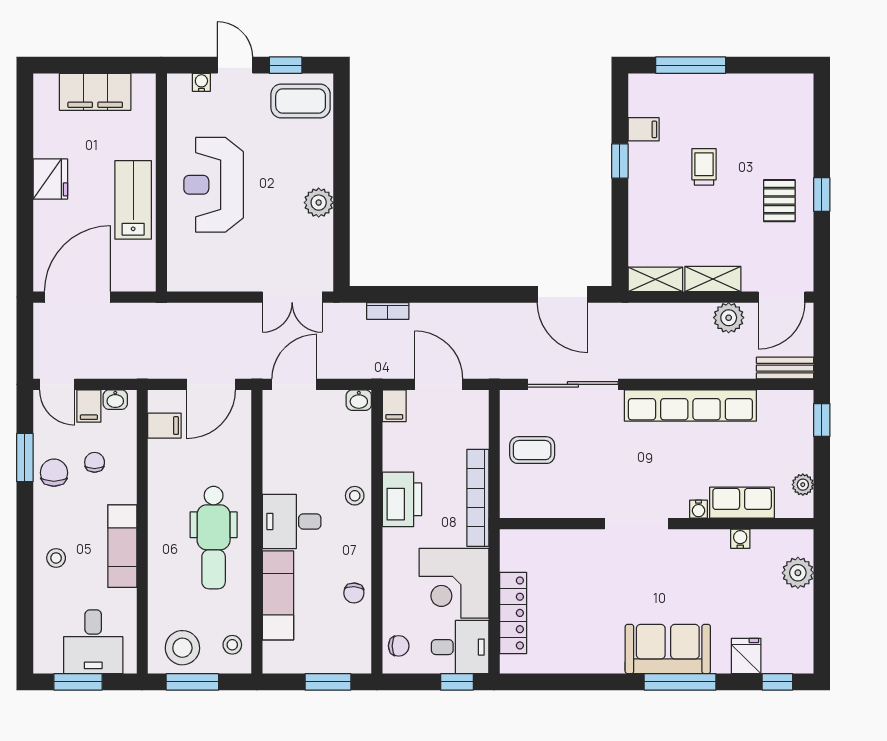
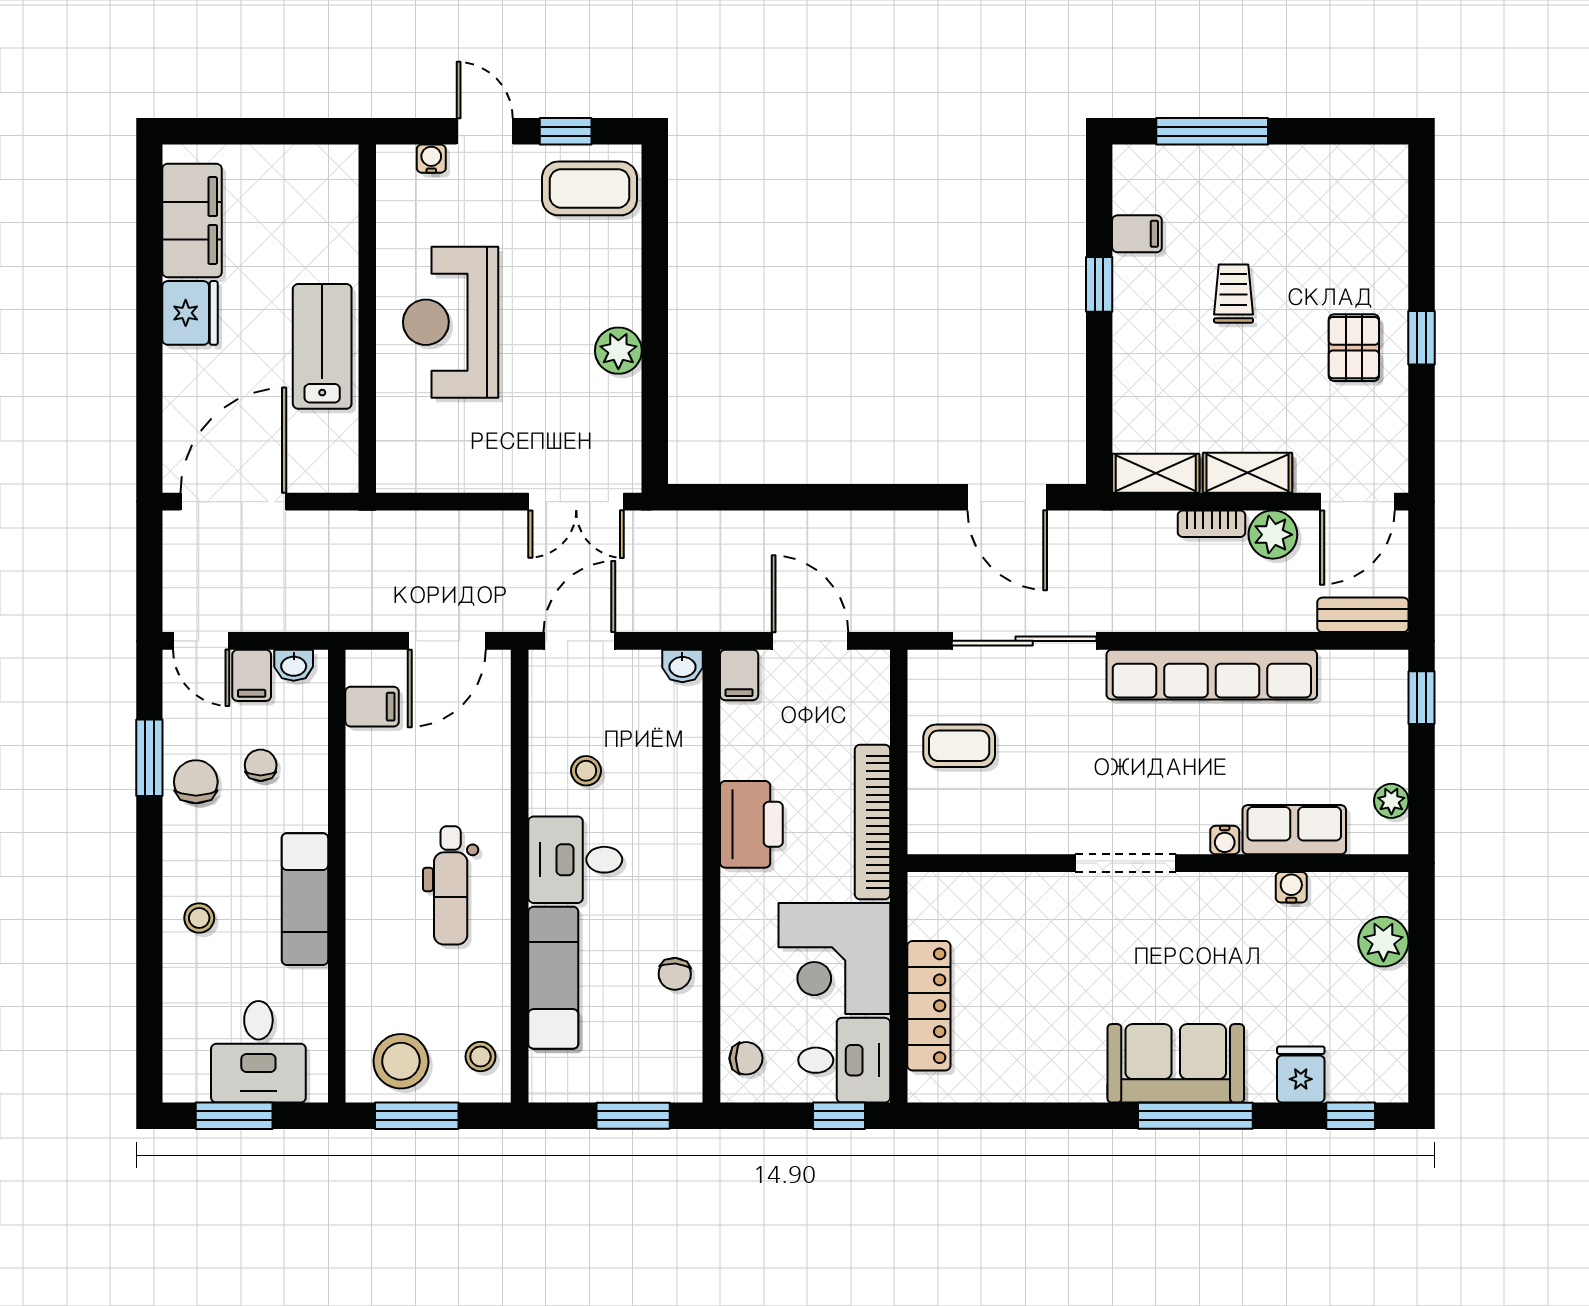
filing cabinet: (95, 92) -> (192, 221), moved, turned -90
bookcase: (388, 311) -> (1212, 524), moved
stool: (355, 496) -> (586, 771), moved
dental chair: (214, 538) -> (451, 885), width x0.73, depth x0.72

